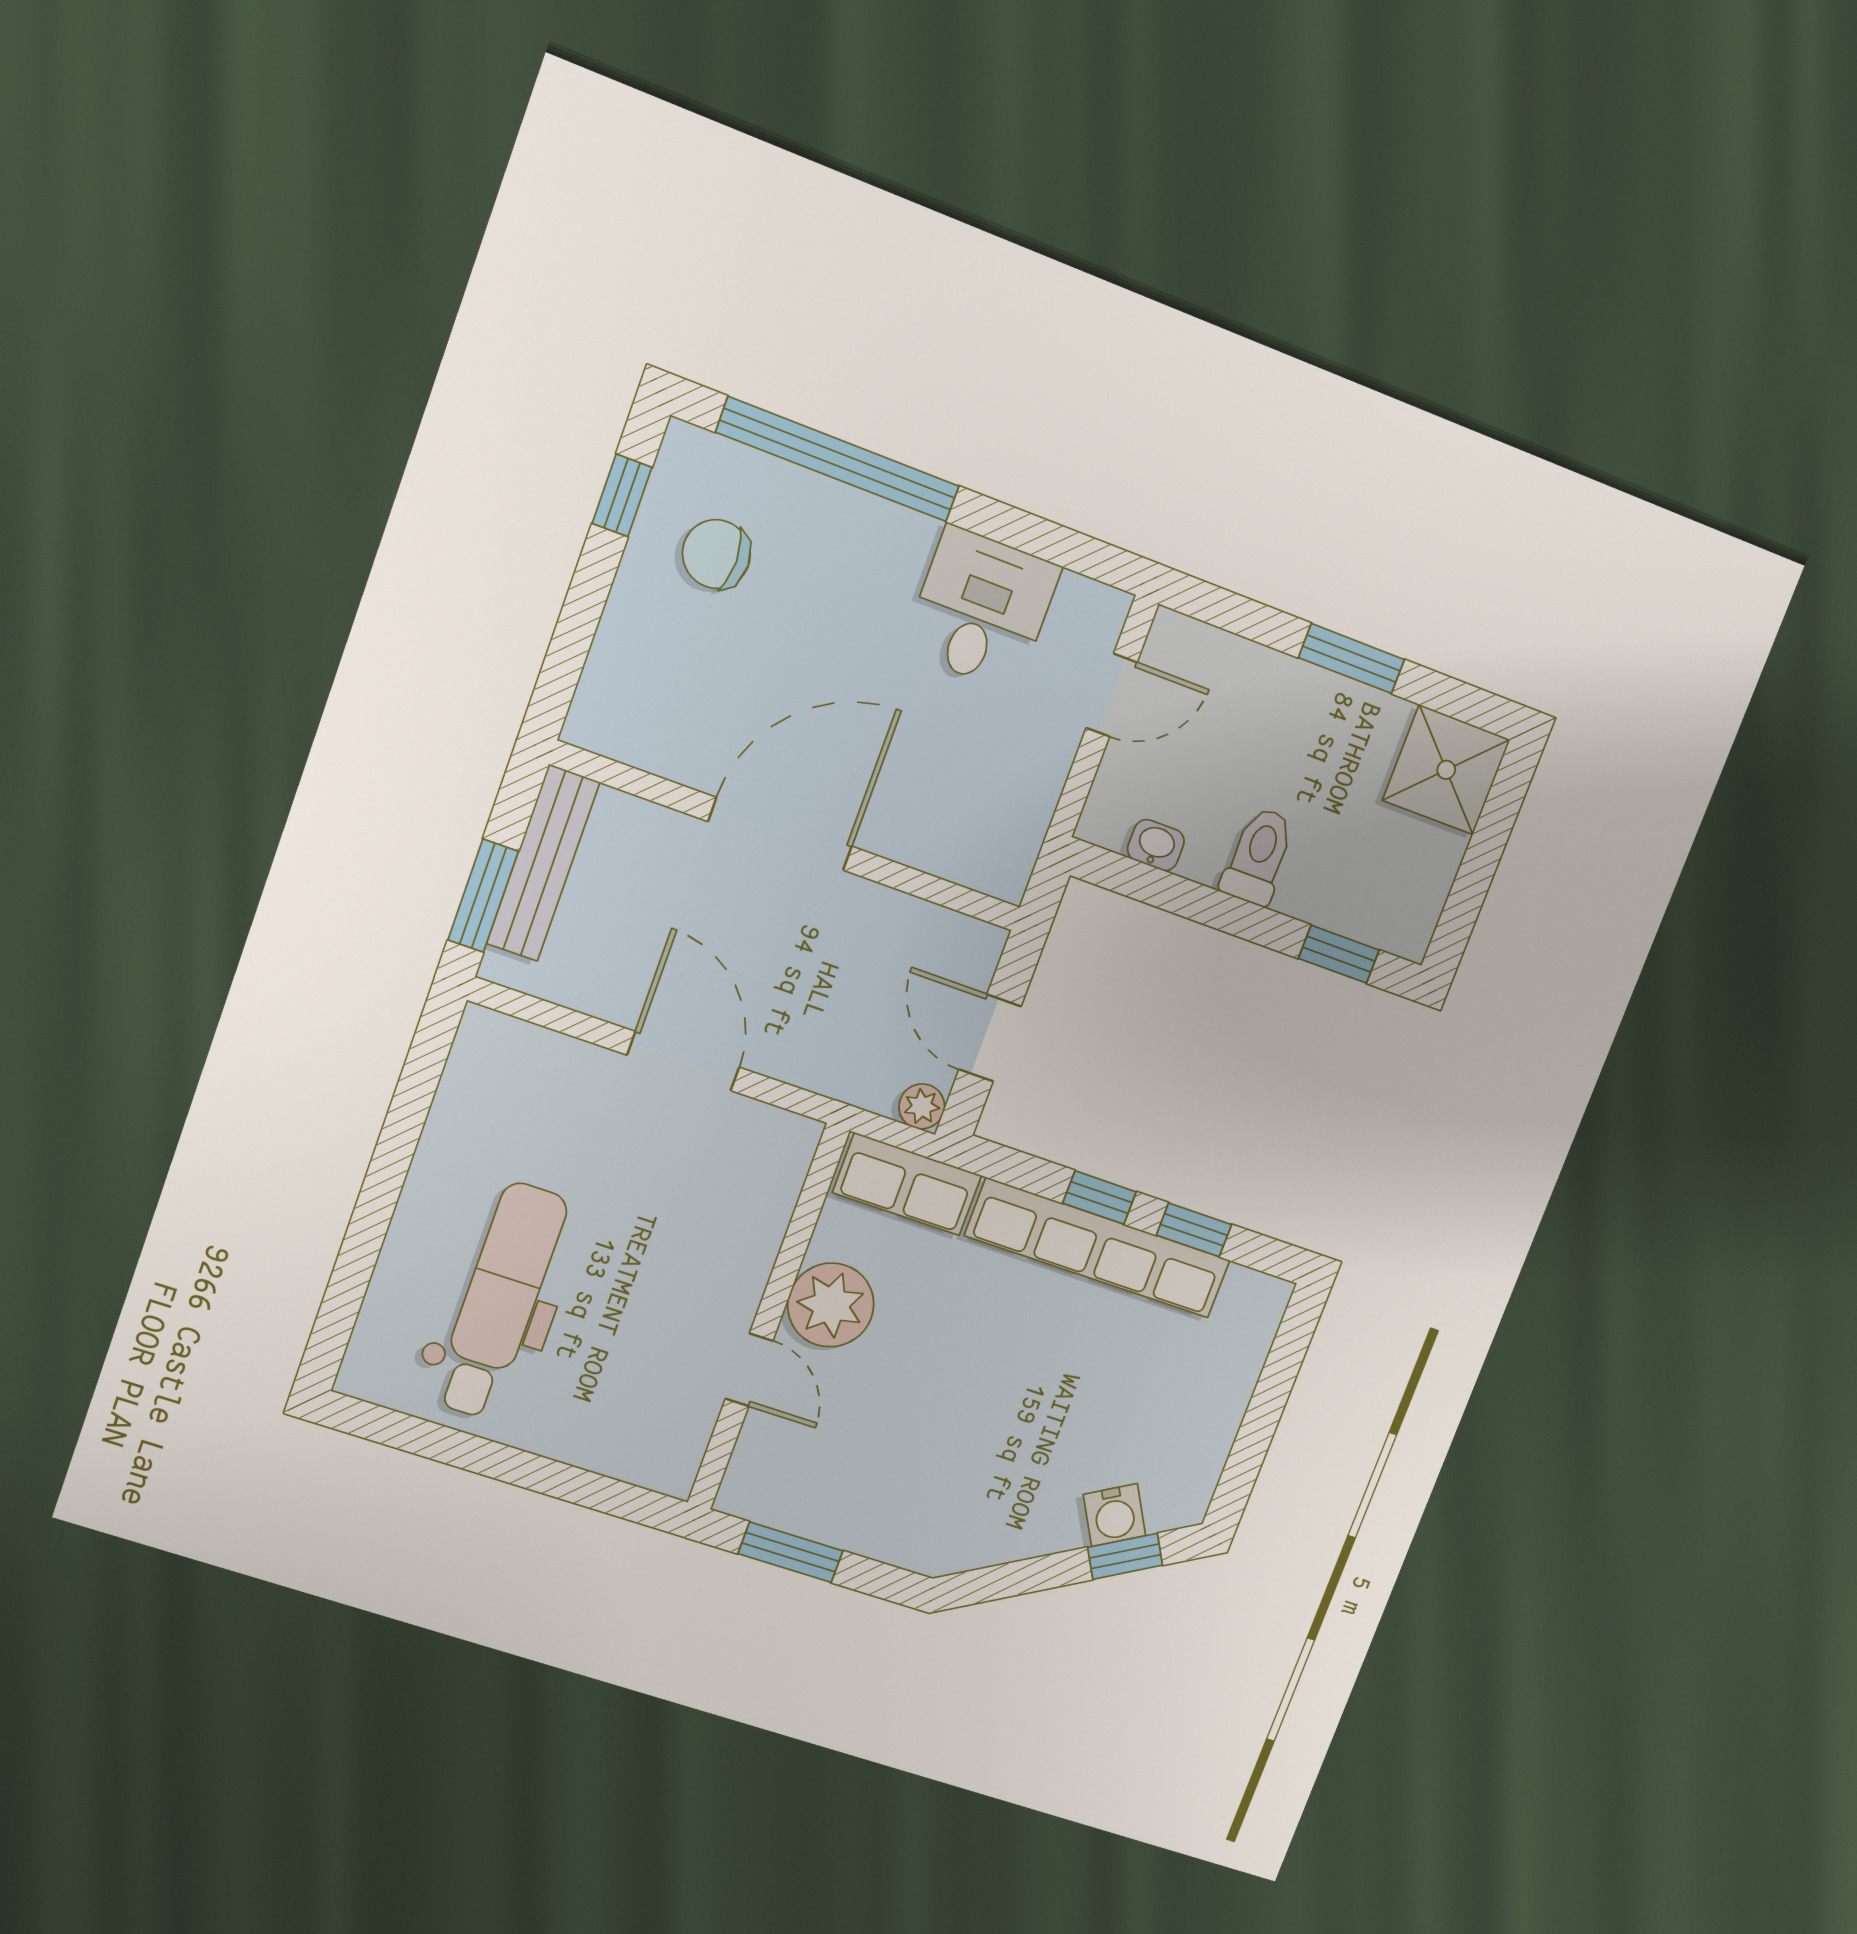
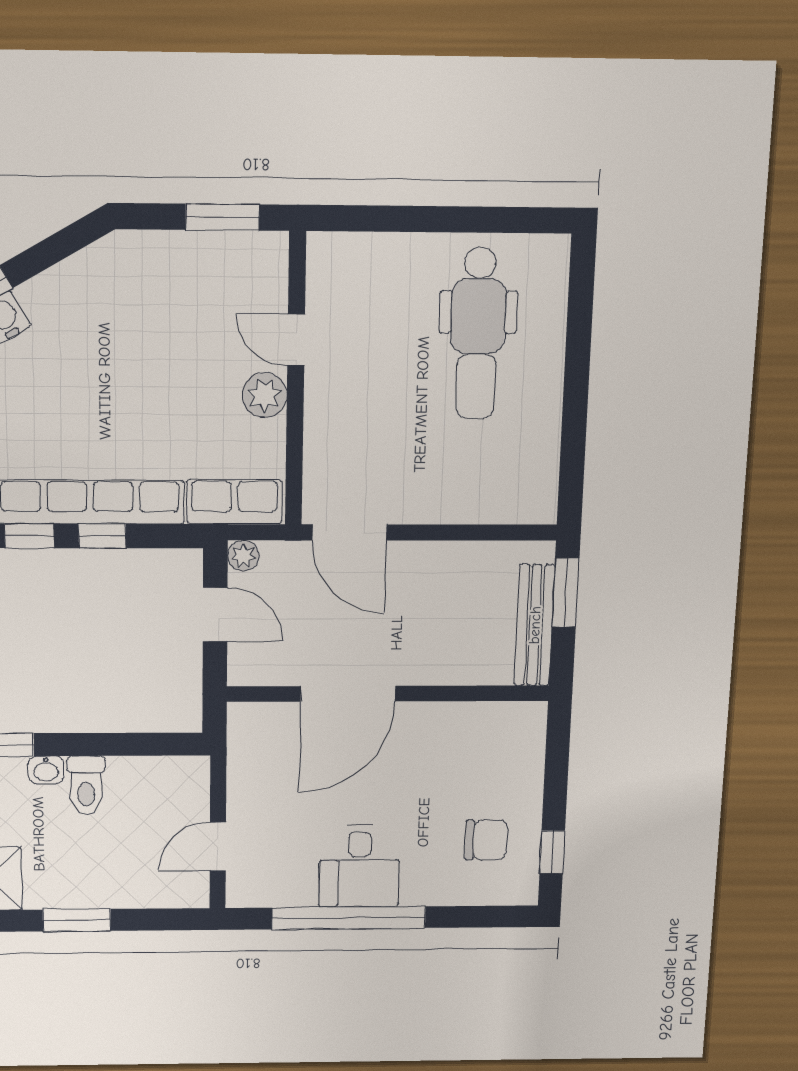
window: (838, 459) -> (349, 918), moved
desk: (982, 609) -> (359, 866), moved
door: (780, 834) -> (348, 694), moved
washbasin: (1156, 845) -> (46, 770), moved
door: (683, 1061) -> (350, 532), moved
plant: (831, 1305) -> (265, 395), width x0.73, depth x0.73

